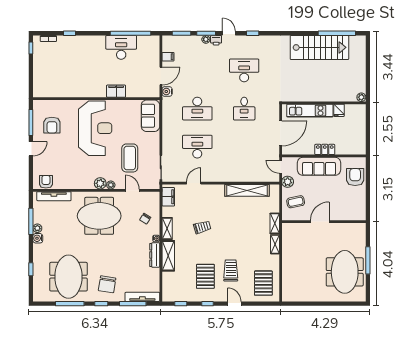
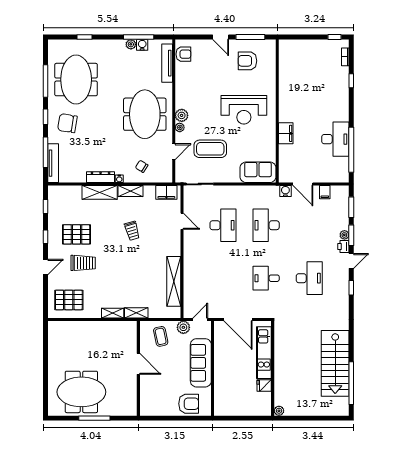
reception desk: (95, 128) -> (244, 110), width x0.74, depth x0.77
locker: (325, 149) -> (220, 369), removed
water cooler: (38, 238) -> (142, 45), moved
meeting table: (68, 277) -> (76, 80), turned 90

